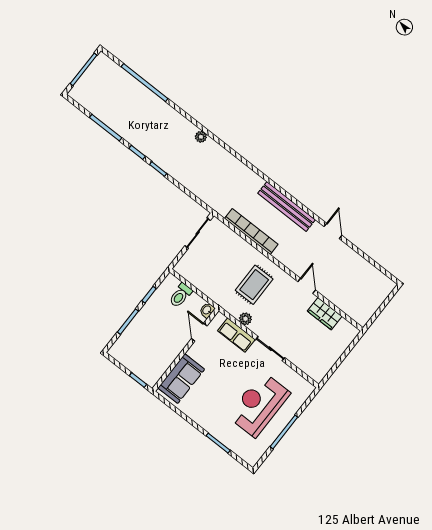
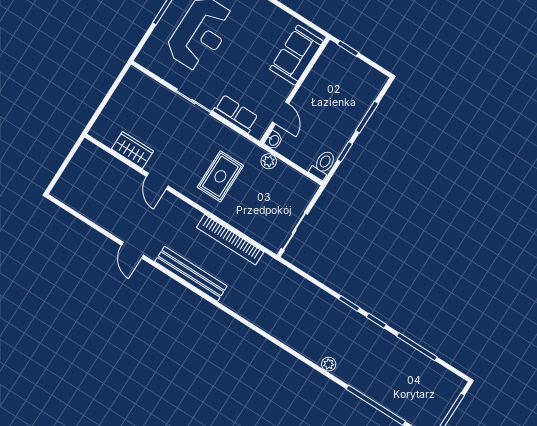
plant: (201, 137) -> (329, 364), moved
toilet: (180, 295) -> (323, 165), moved
plant: (245, 319) -> (269, 161), moved

